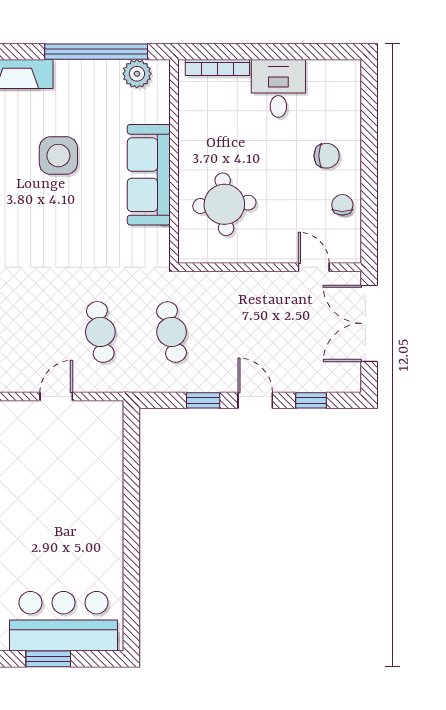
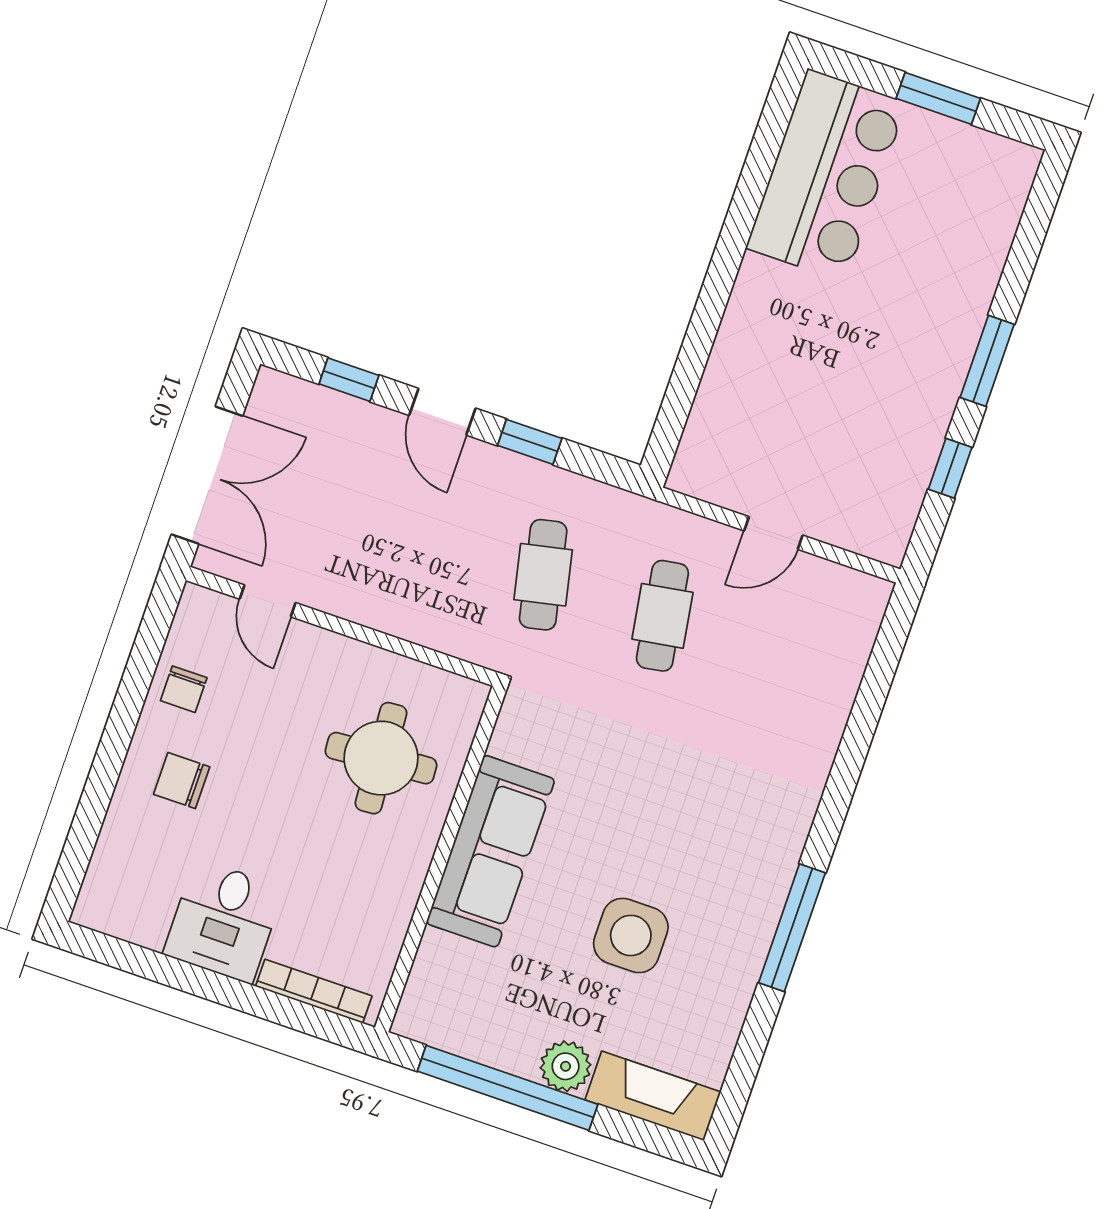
plant: (137, 74) -> (566, 1066), moved
bar counter: (63, 621) -> (826, 175), moved, turned -90

